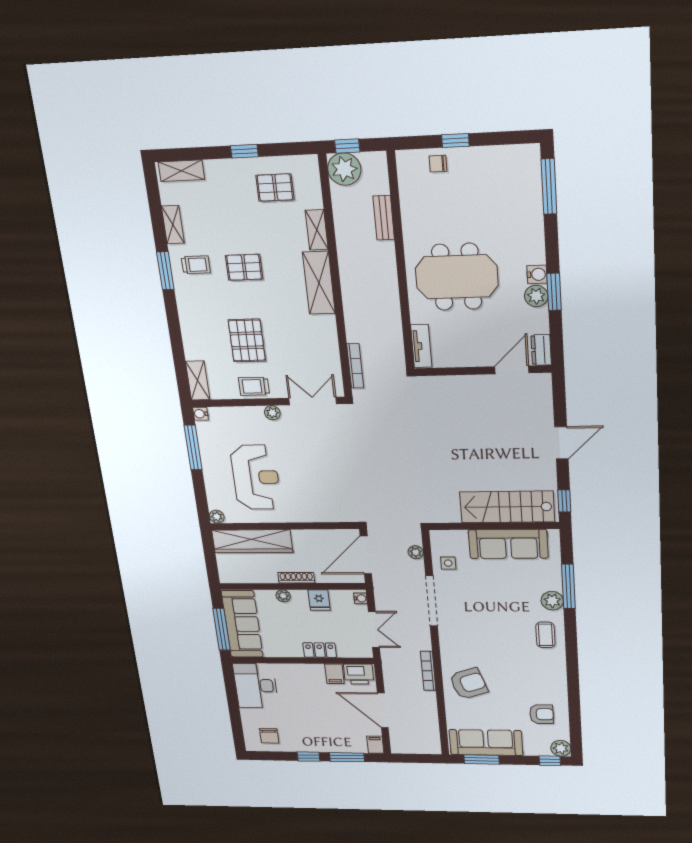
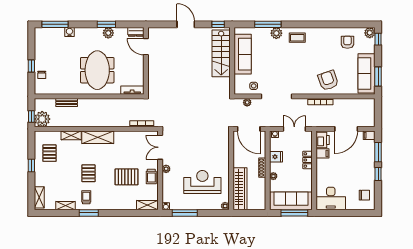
water cooler: (537, 274) -> (69, 32), moved

